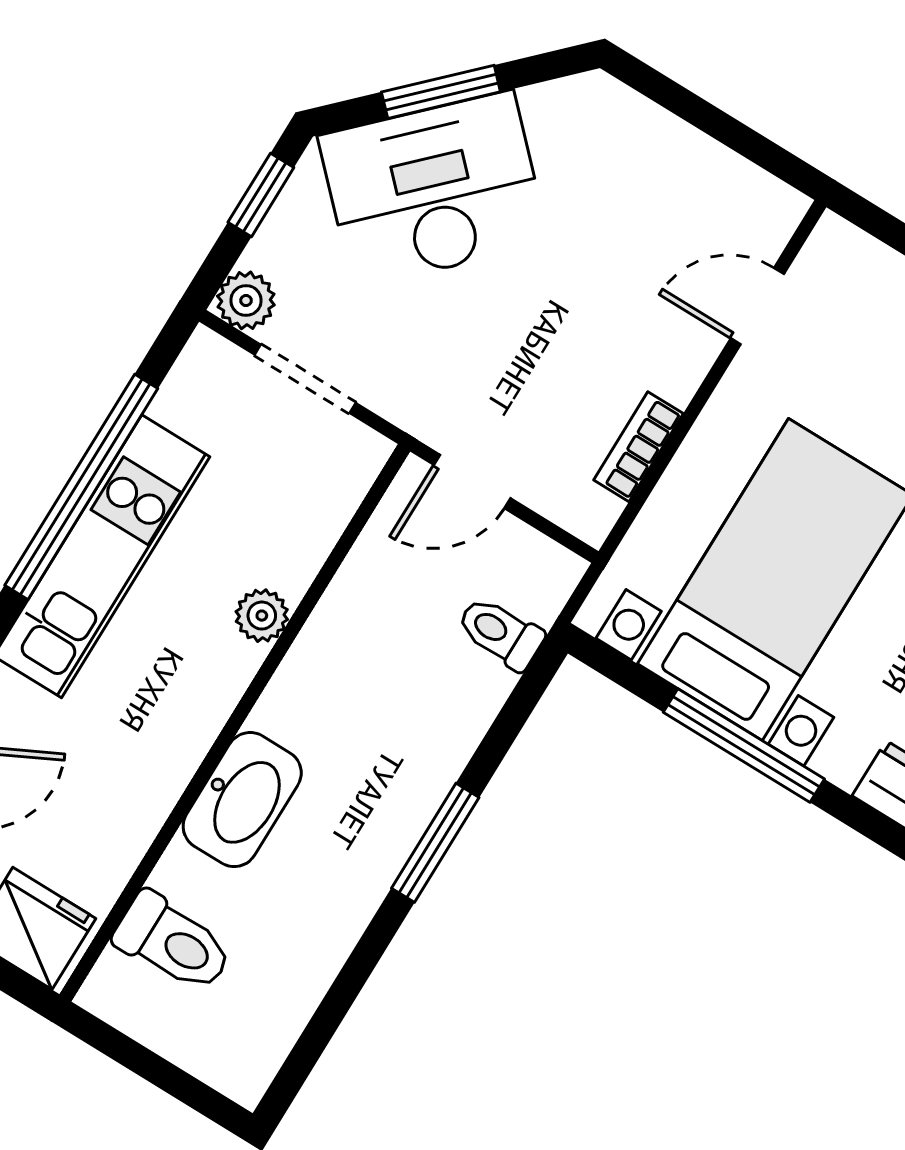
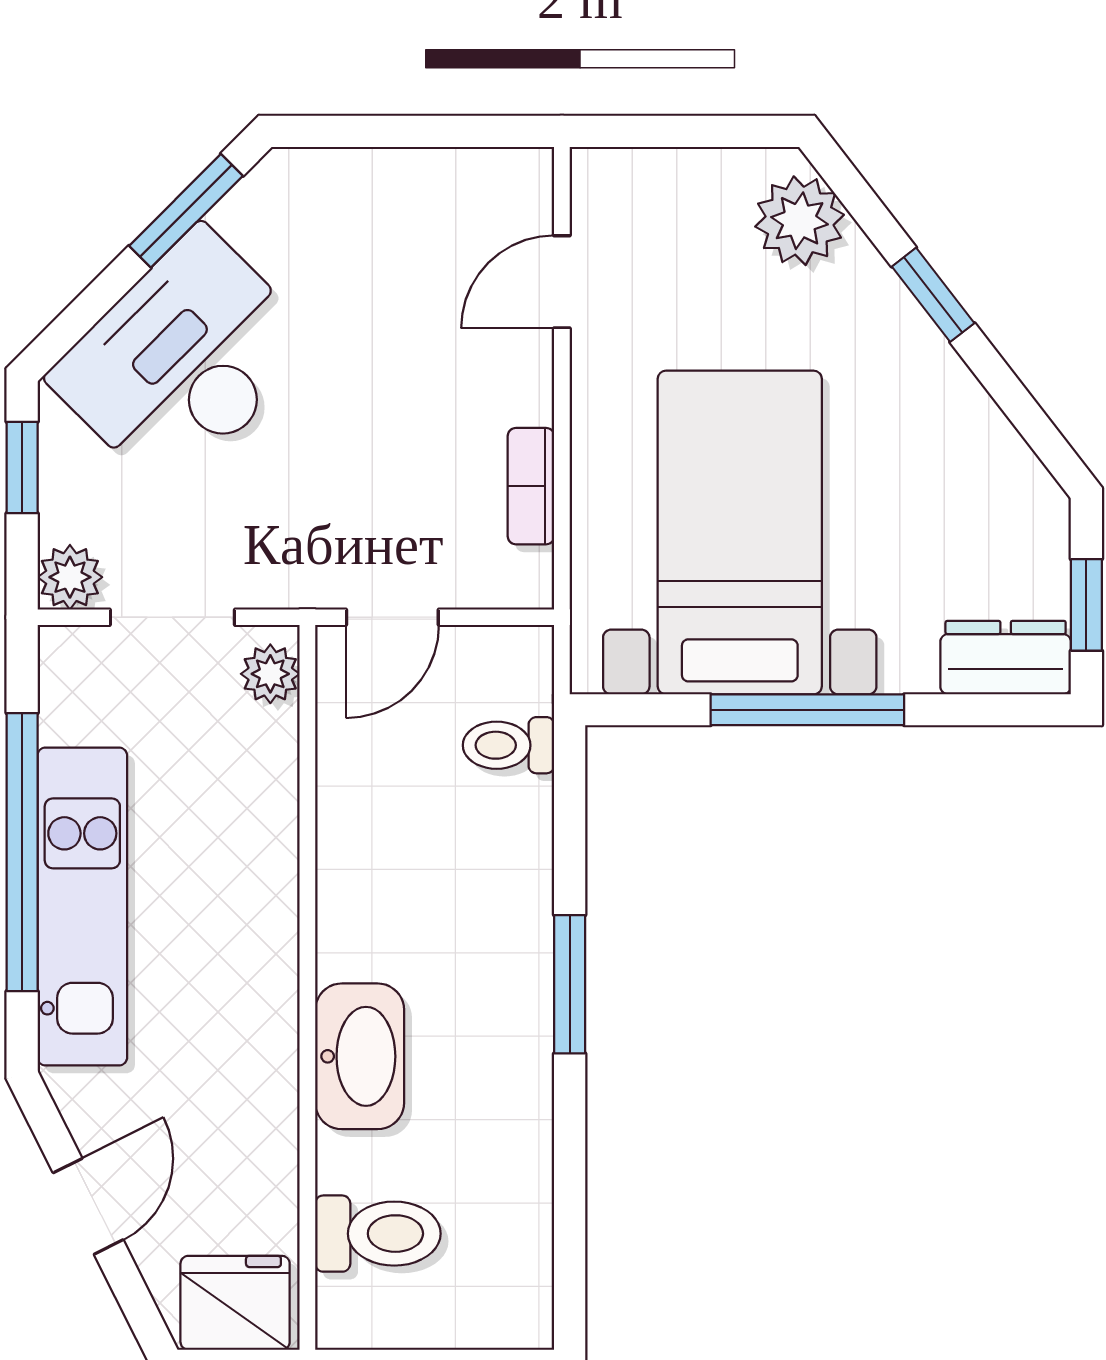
window: (441, 92) -> (186, 211), moved
plant: (262, 616) -> (270, 674), moved

